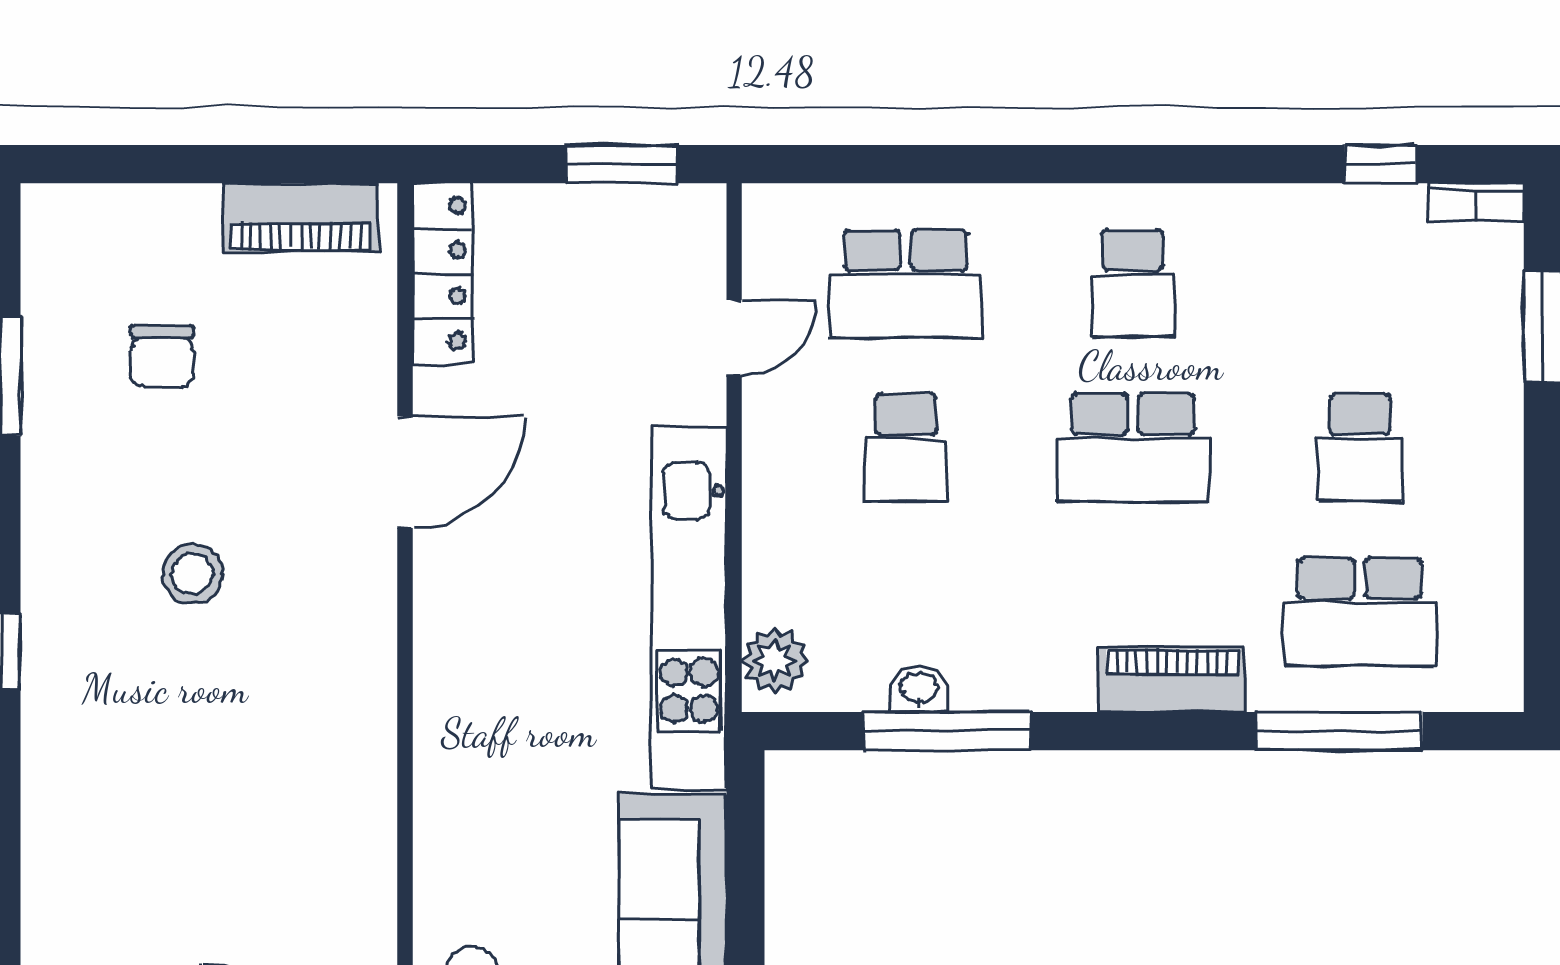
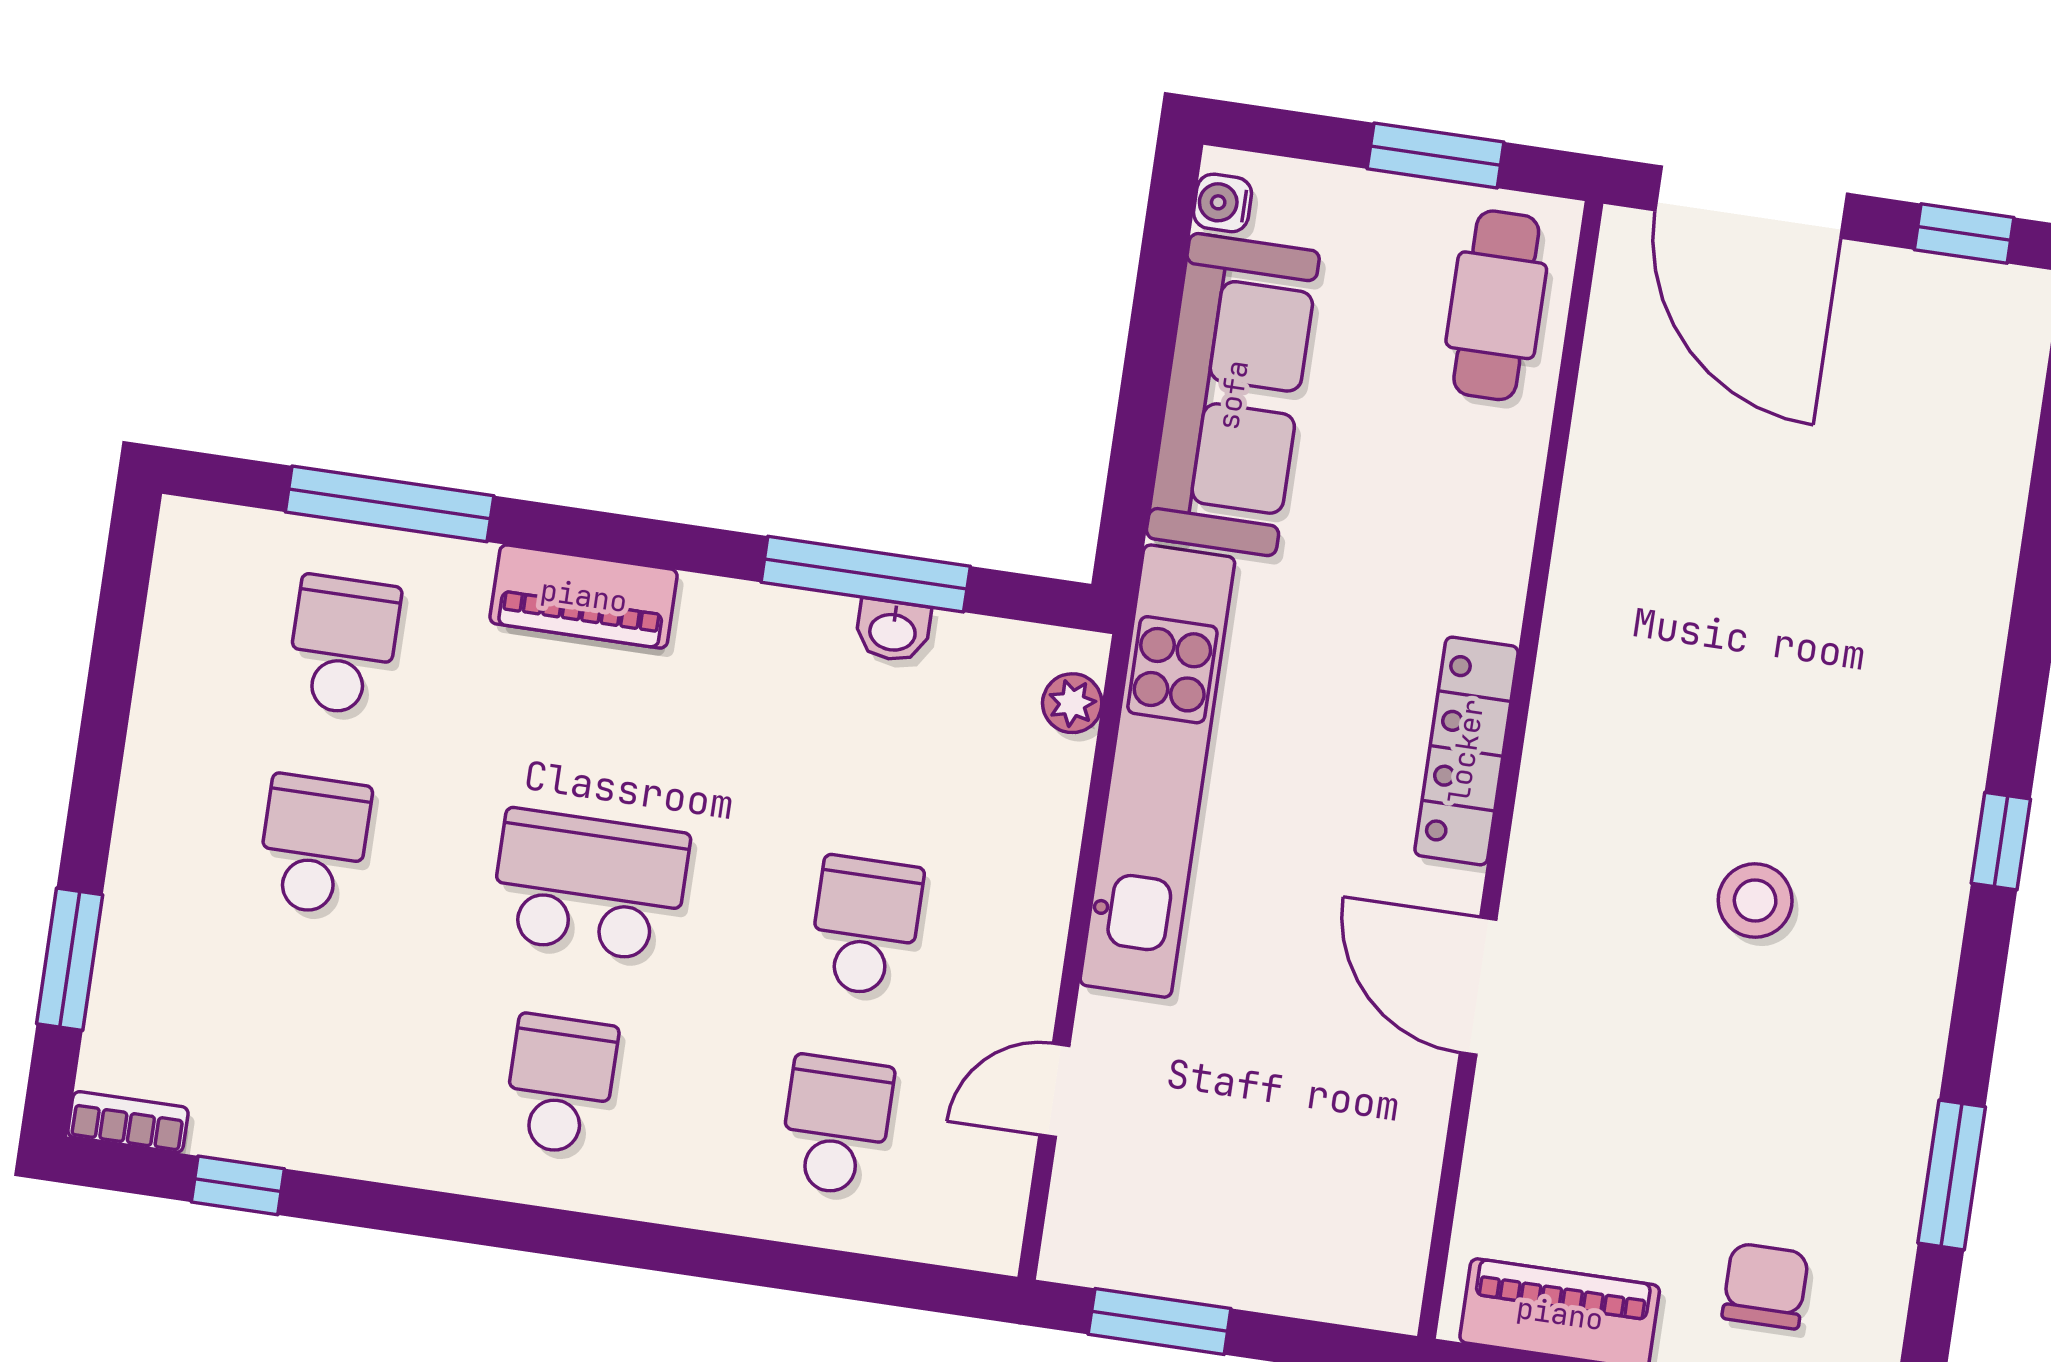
locker: (442, 273) -> (1466, 751), moved
school desk: (906, 284) -> (836, 1125), width x0.54
chair: (162, 357) -> (1765, 1286), moved
door: (405, 472) -> (1478, 986), hinge flipped
school desk: (1360, 612) -> (343, 645), width x0.54
plant: (775, 661) -> (1072, 703), width x0.73, depth x0.73

